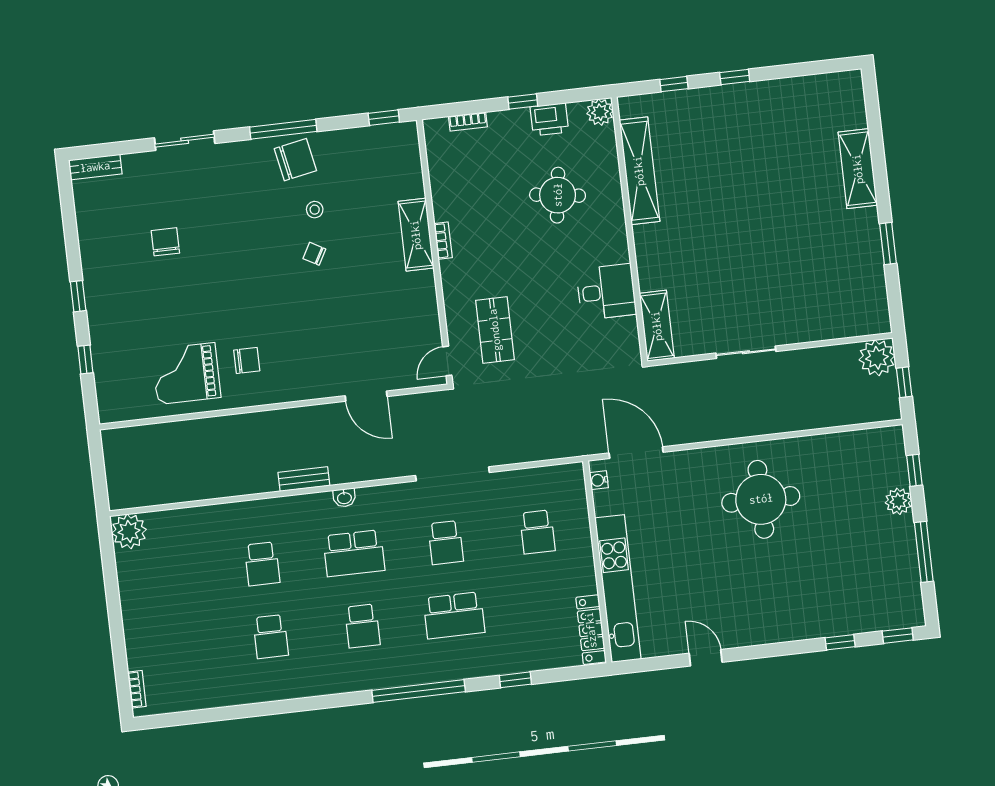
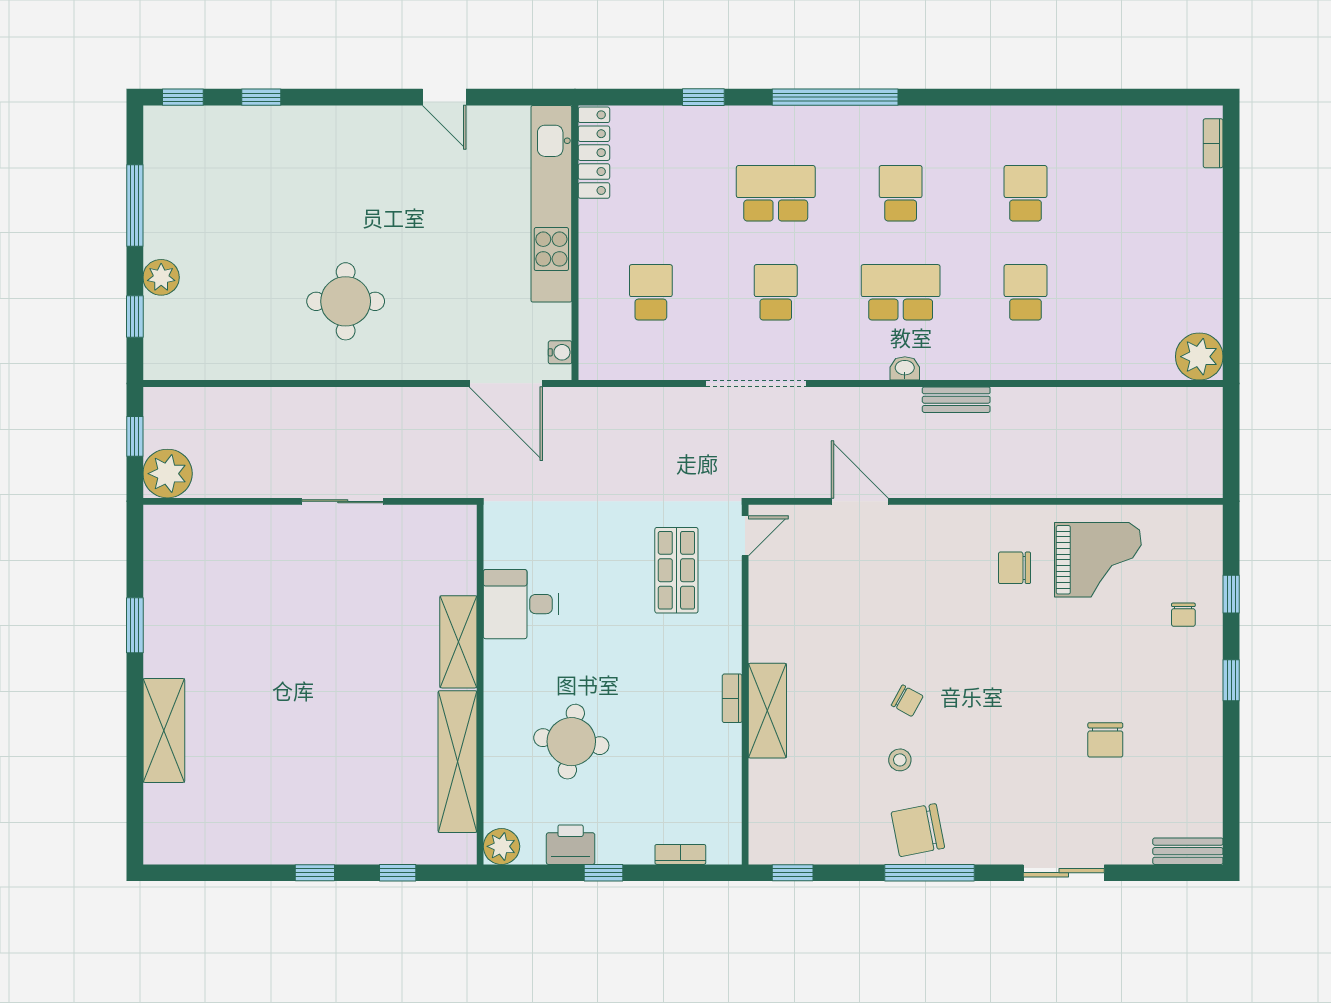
shelving: (657, 326) -> (458, 642), moved
chair: (119, 340) -> (1183, 615), added
round table: (761, 499) -> (346, 301), width x0.73, depth x0.73

